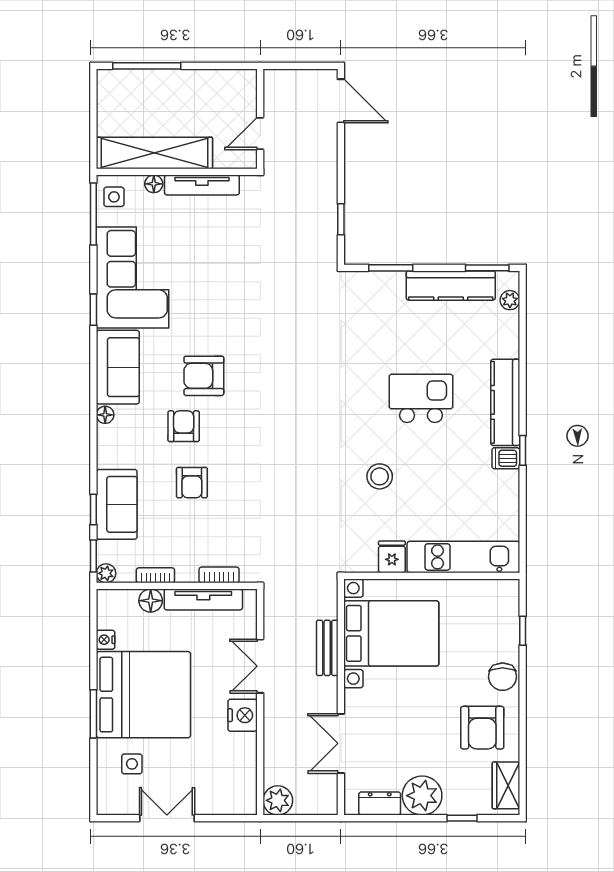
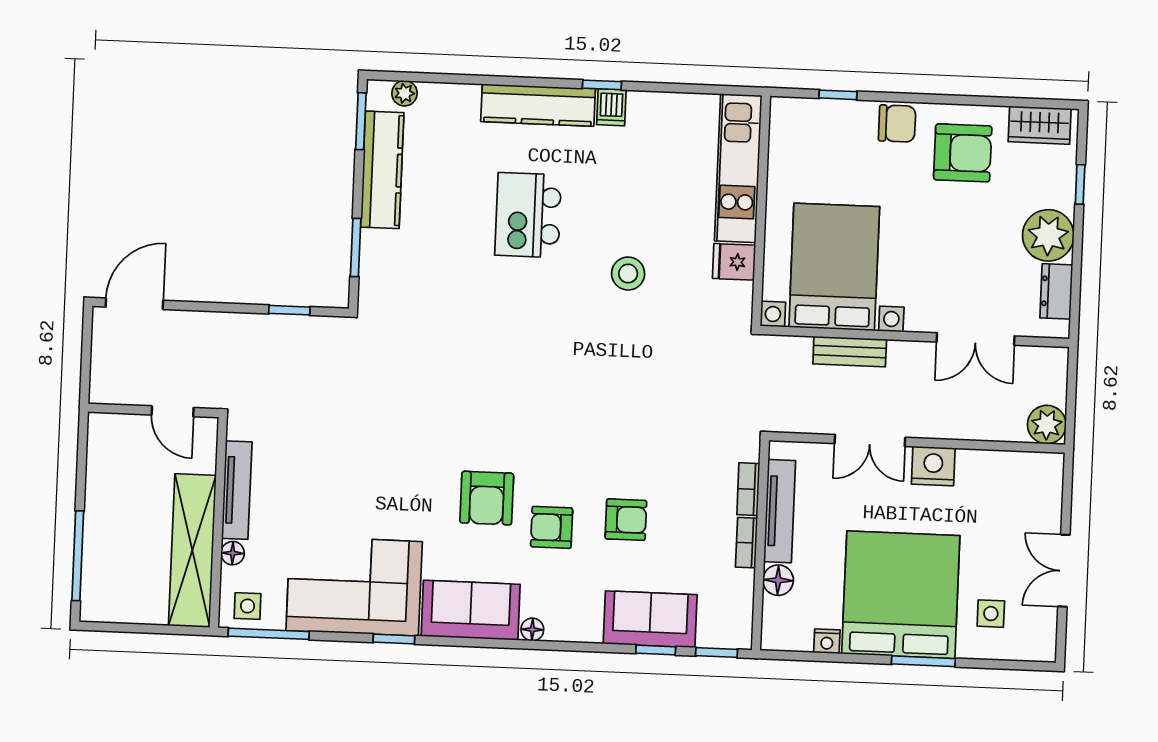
plant: (106, 573) -> (740, 637), removed
bookcase: (155, 575) -> (746, 543), moved

